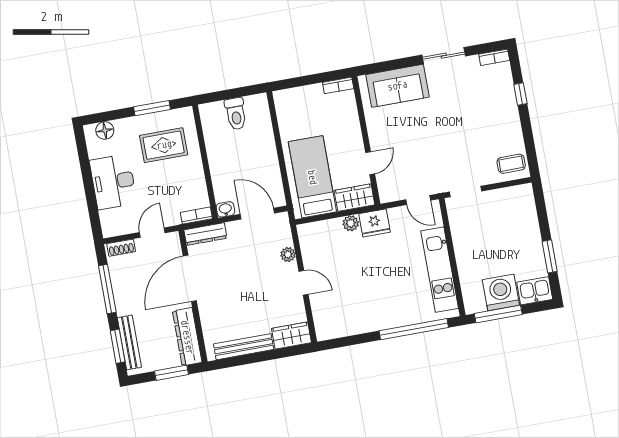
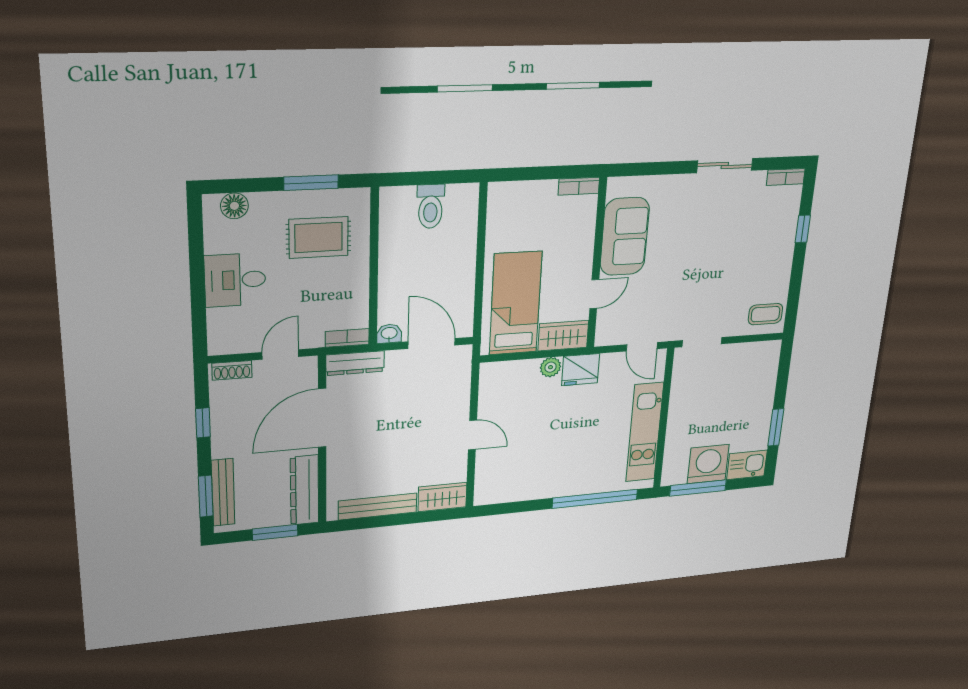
sofa: (397, 86) -> (625, 237), moved, turned -90
desk: (113, 182) -> (235, 280), width x0.73
plant: (288, 255) -> (460, 399), removed
window: (107, 289) -> (203, 423), width x0.46

